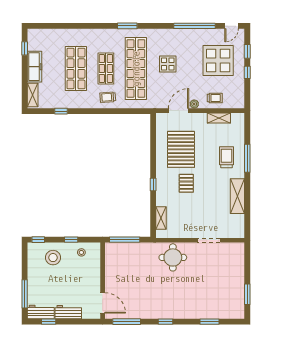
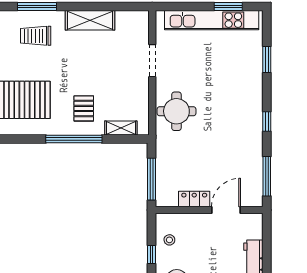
pallet: (186, 183) -> (84, 108), moved, turned 90
window: (153, 184) -> (74, 139), width x3.17
locker: (110, 270) -> (194, 199), added
kitchen unit: (238, 282) -> (212, 20), added
door: (103, 303) -> (226, 210), moved

